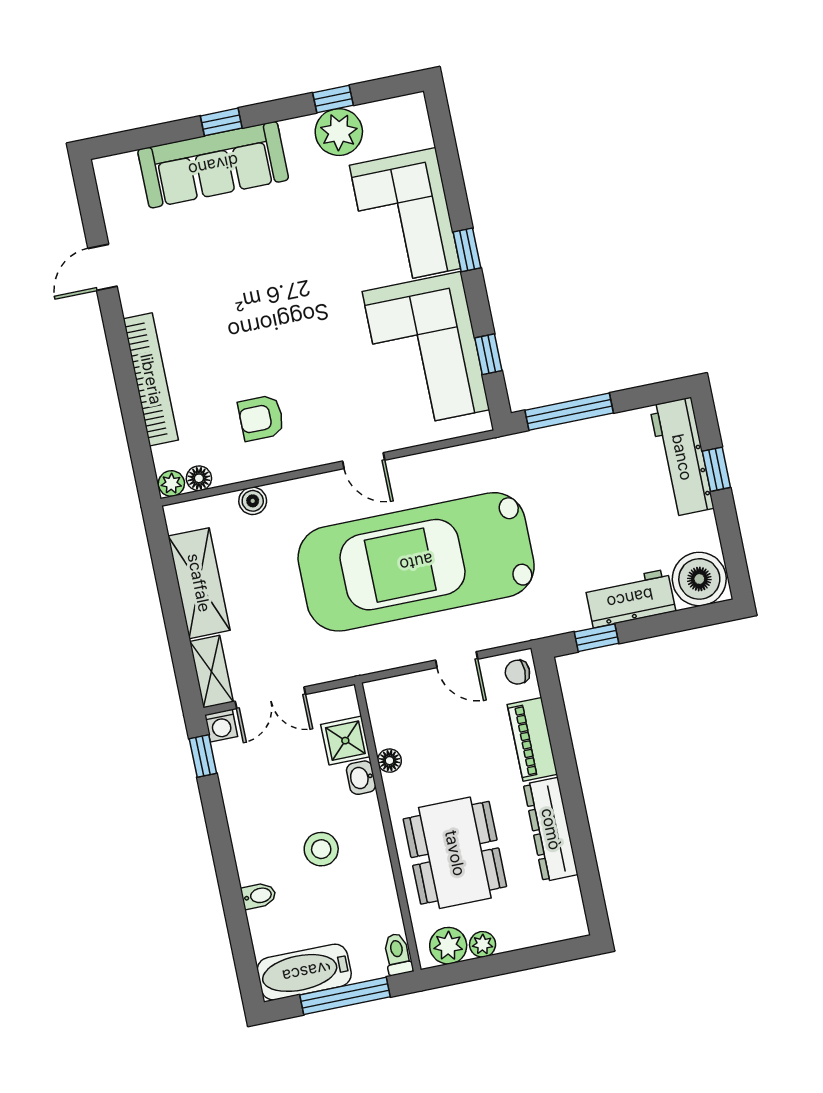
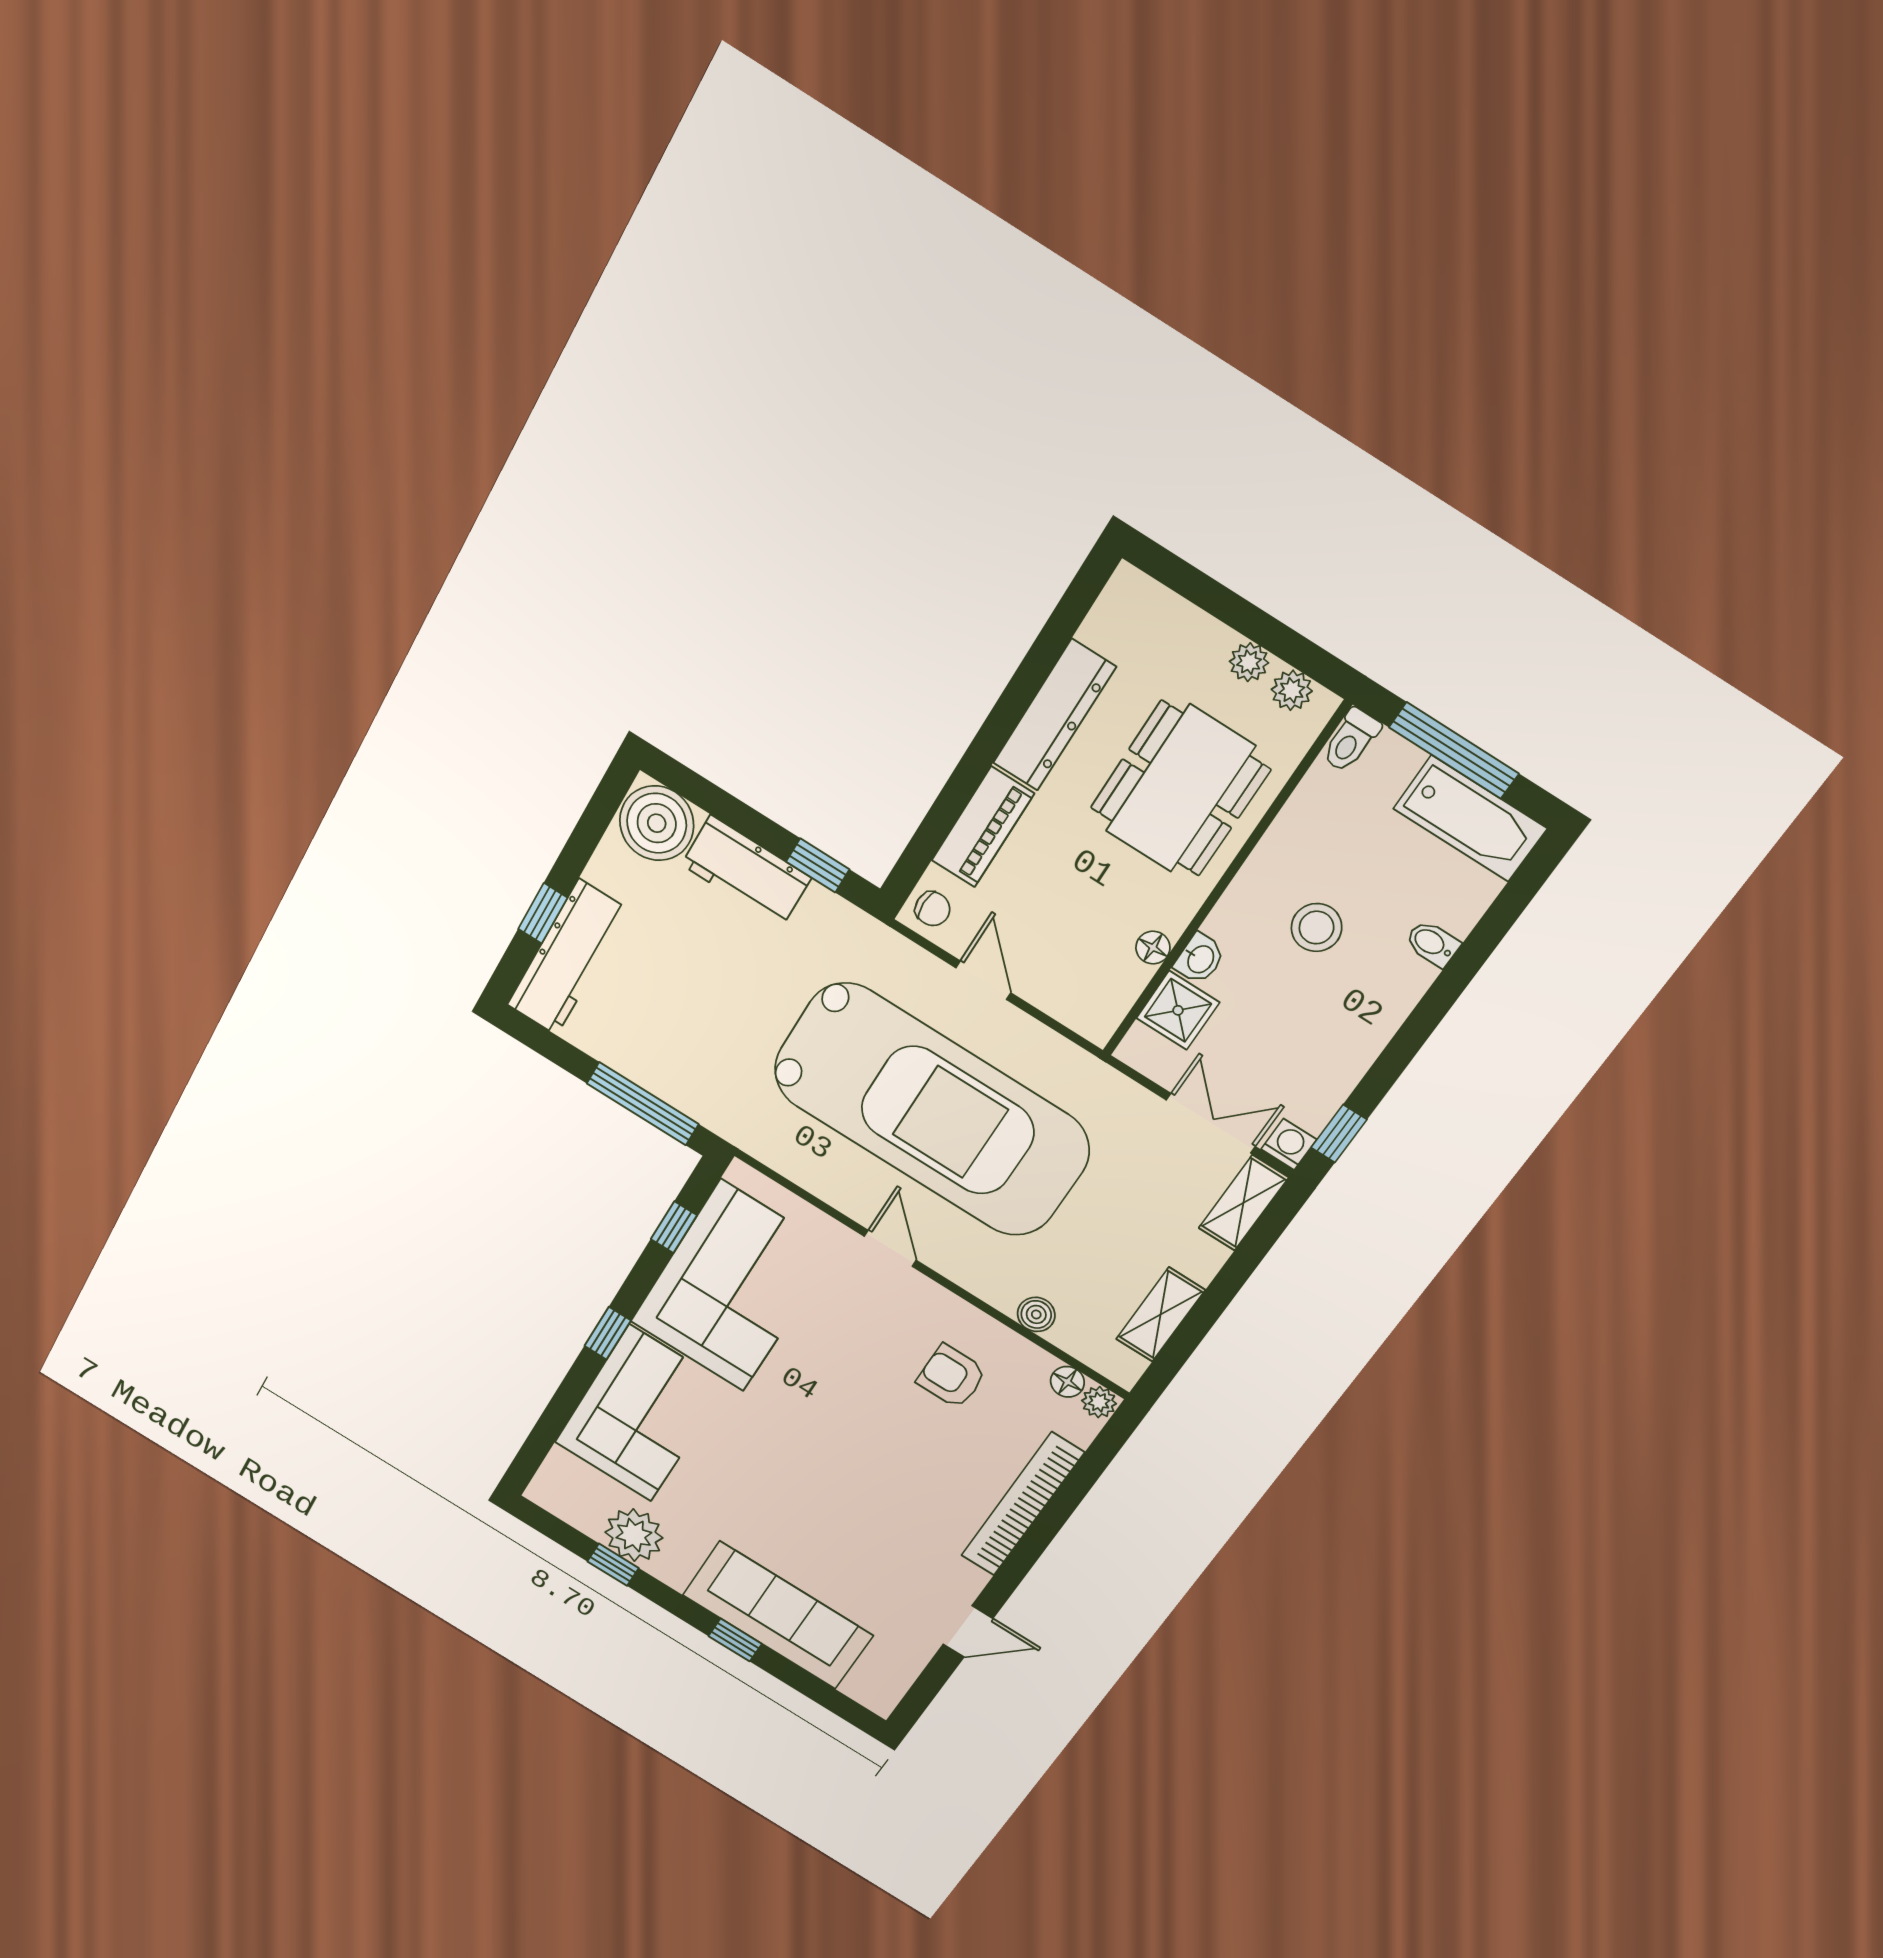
armchair: (261, 418) -> (952, 1376), turned 180
shelving: (199, 583) -> (1160, 1314), width x0.67, depth x0.75
plant: (448, 946) -> (1292, 690), width x0.73, depth x0.73

